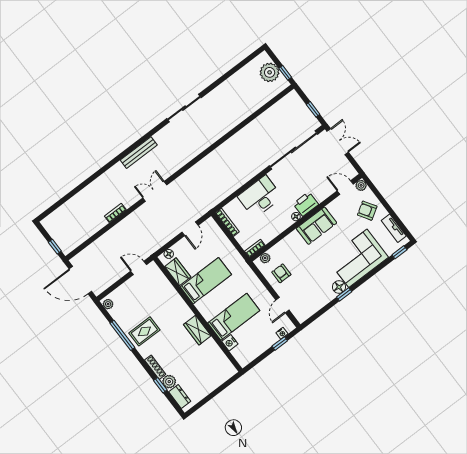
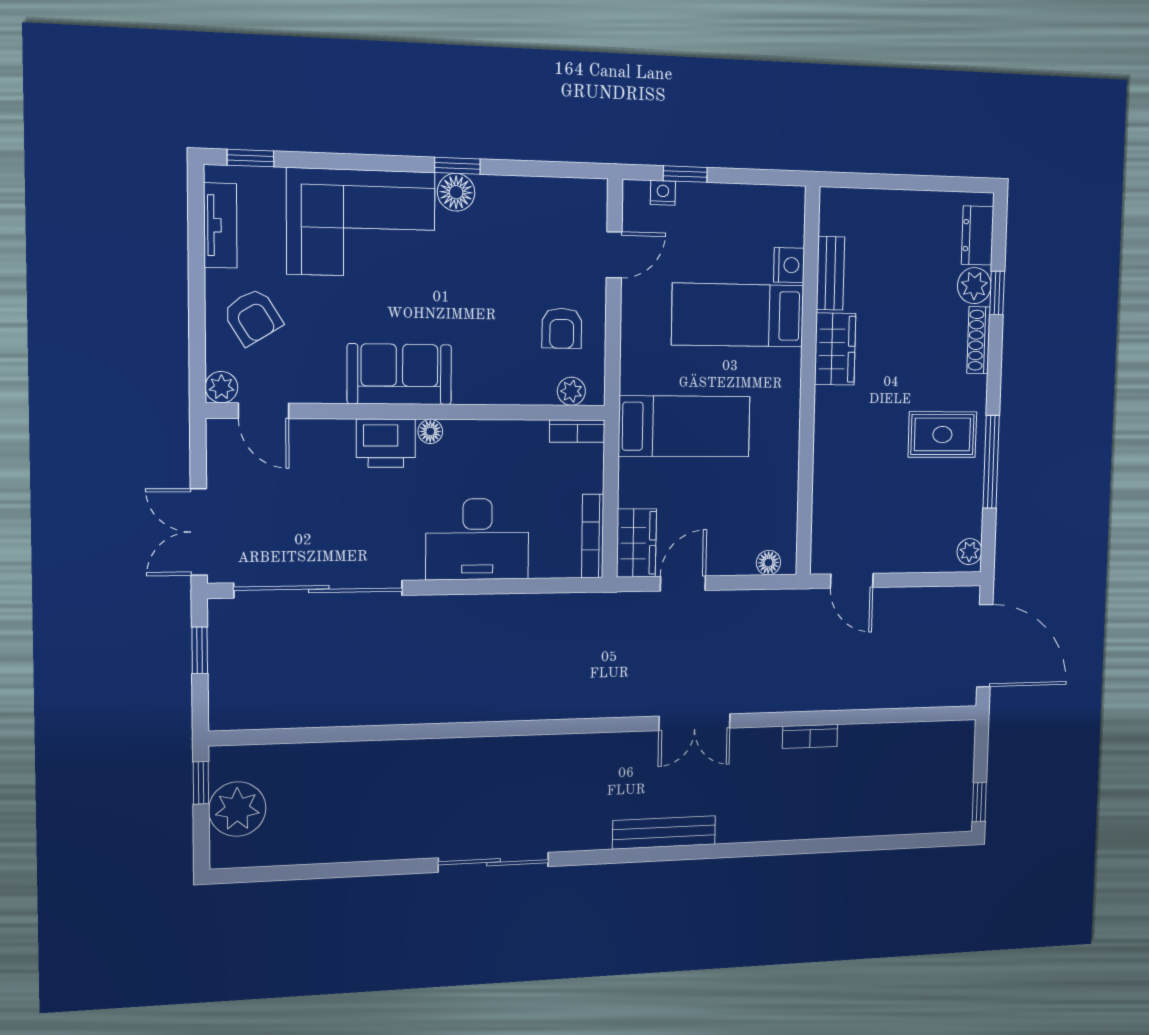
window: (55, 247) -> (979, 802), moved
wardrobe: (178, 272) -> (636, 543), moved, turned 180
bed: (206, 281) -> (684, 426), moved, turned 180
bench: (216, 350) -> (831, 273), added

